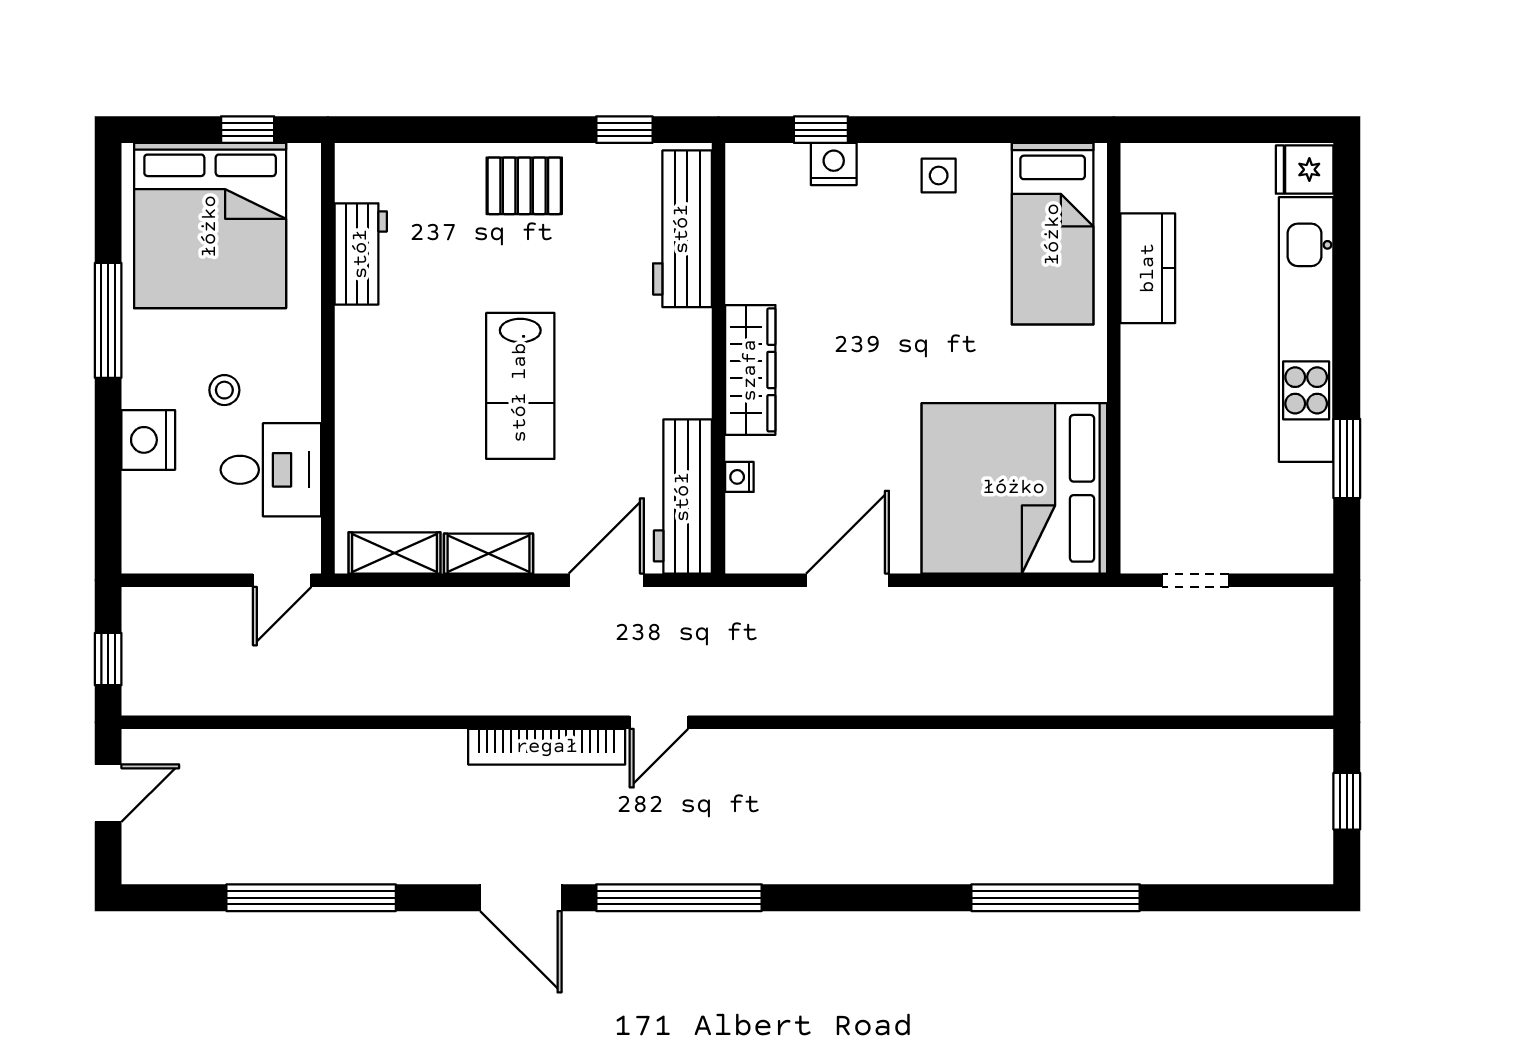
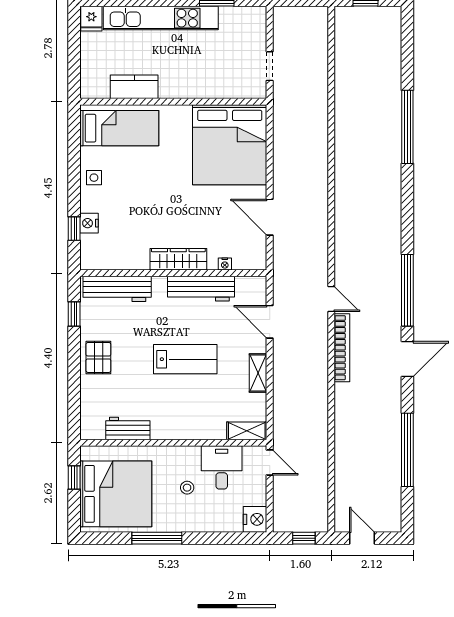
nightstand: (148, 440) -> (255, 519), moved, turned -90
workbench: (683, 497) -> (201, 289), moved
shelving: (394, 553) -> (247, 431), moved, turned 90

